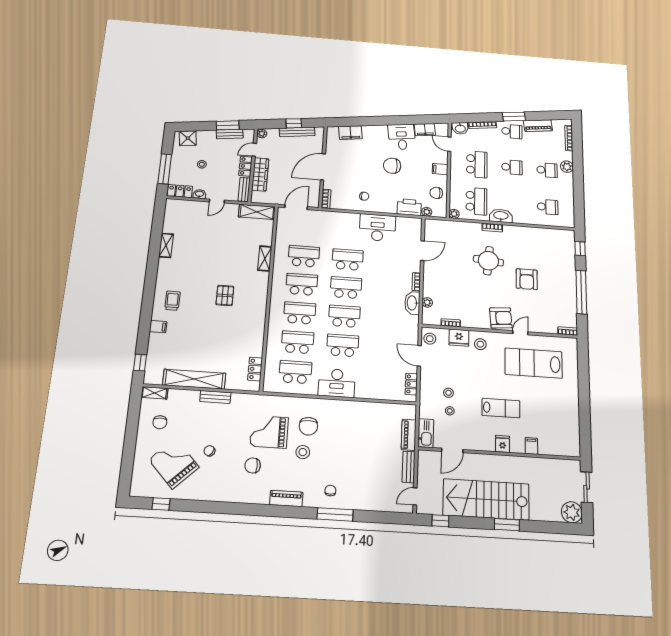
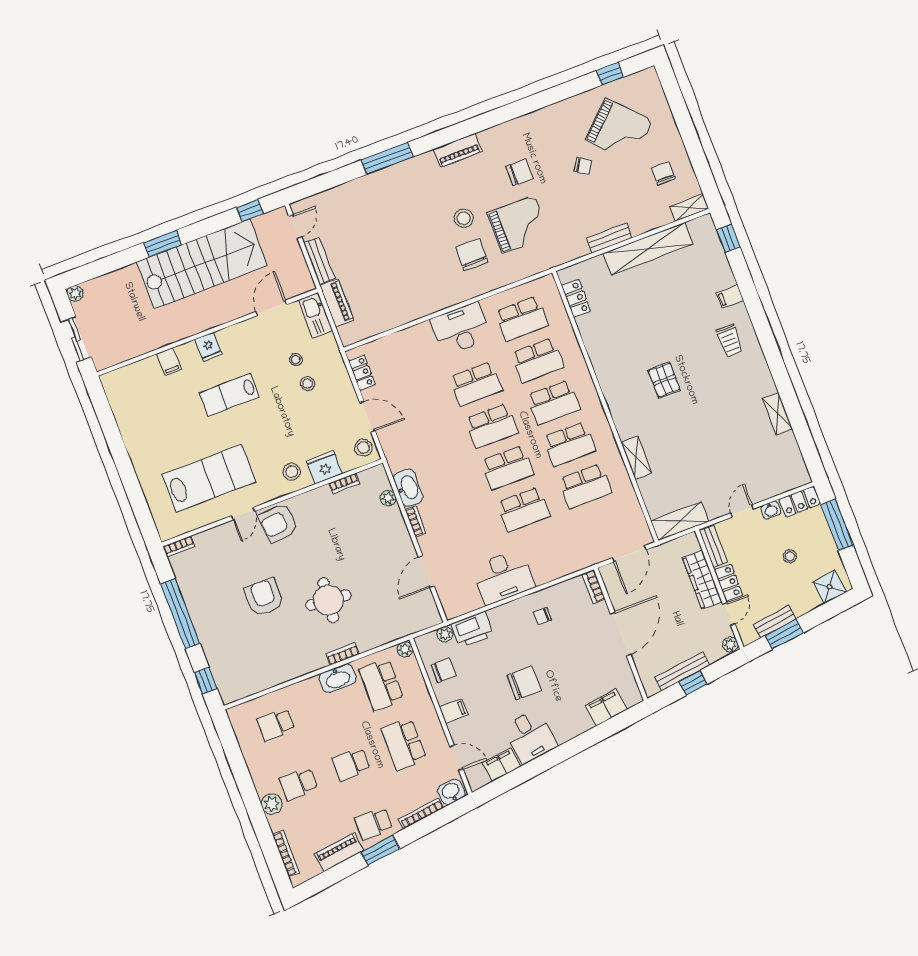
chair: (330, 491) -> (407, 185), removed
plant: (572, 512) -> (75, 293), width x0.53, depth x0.53

